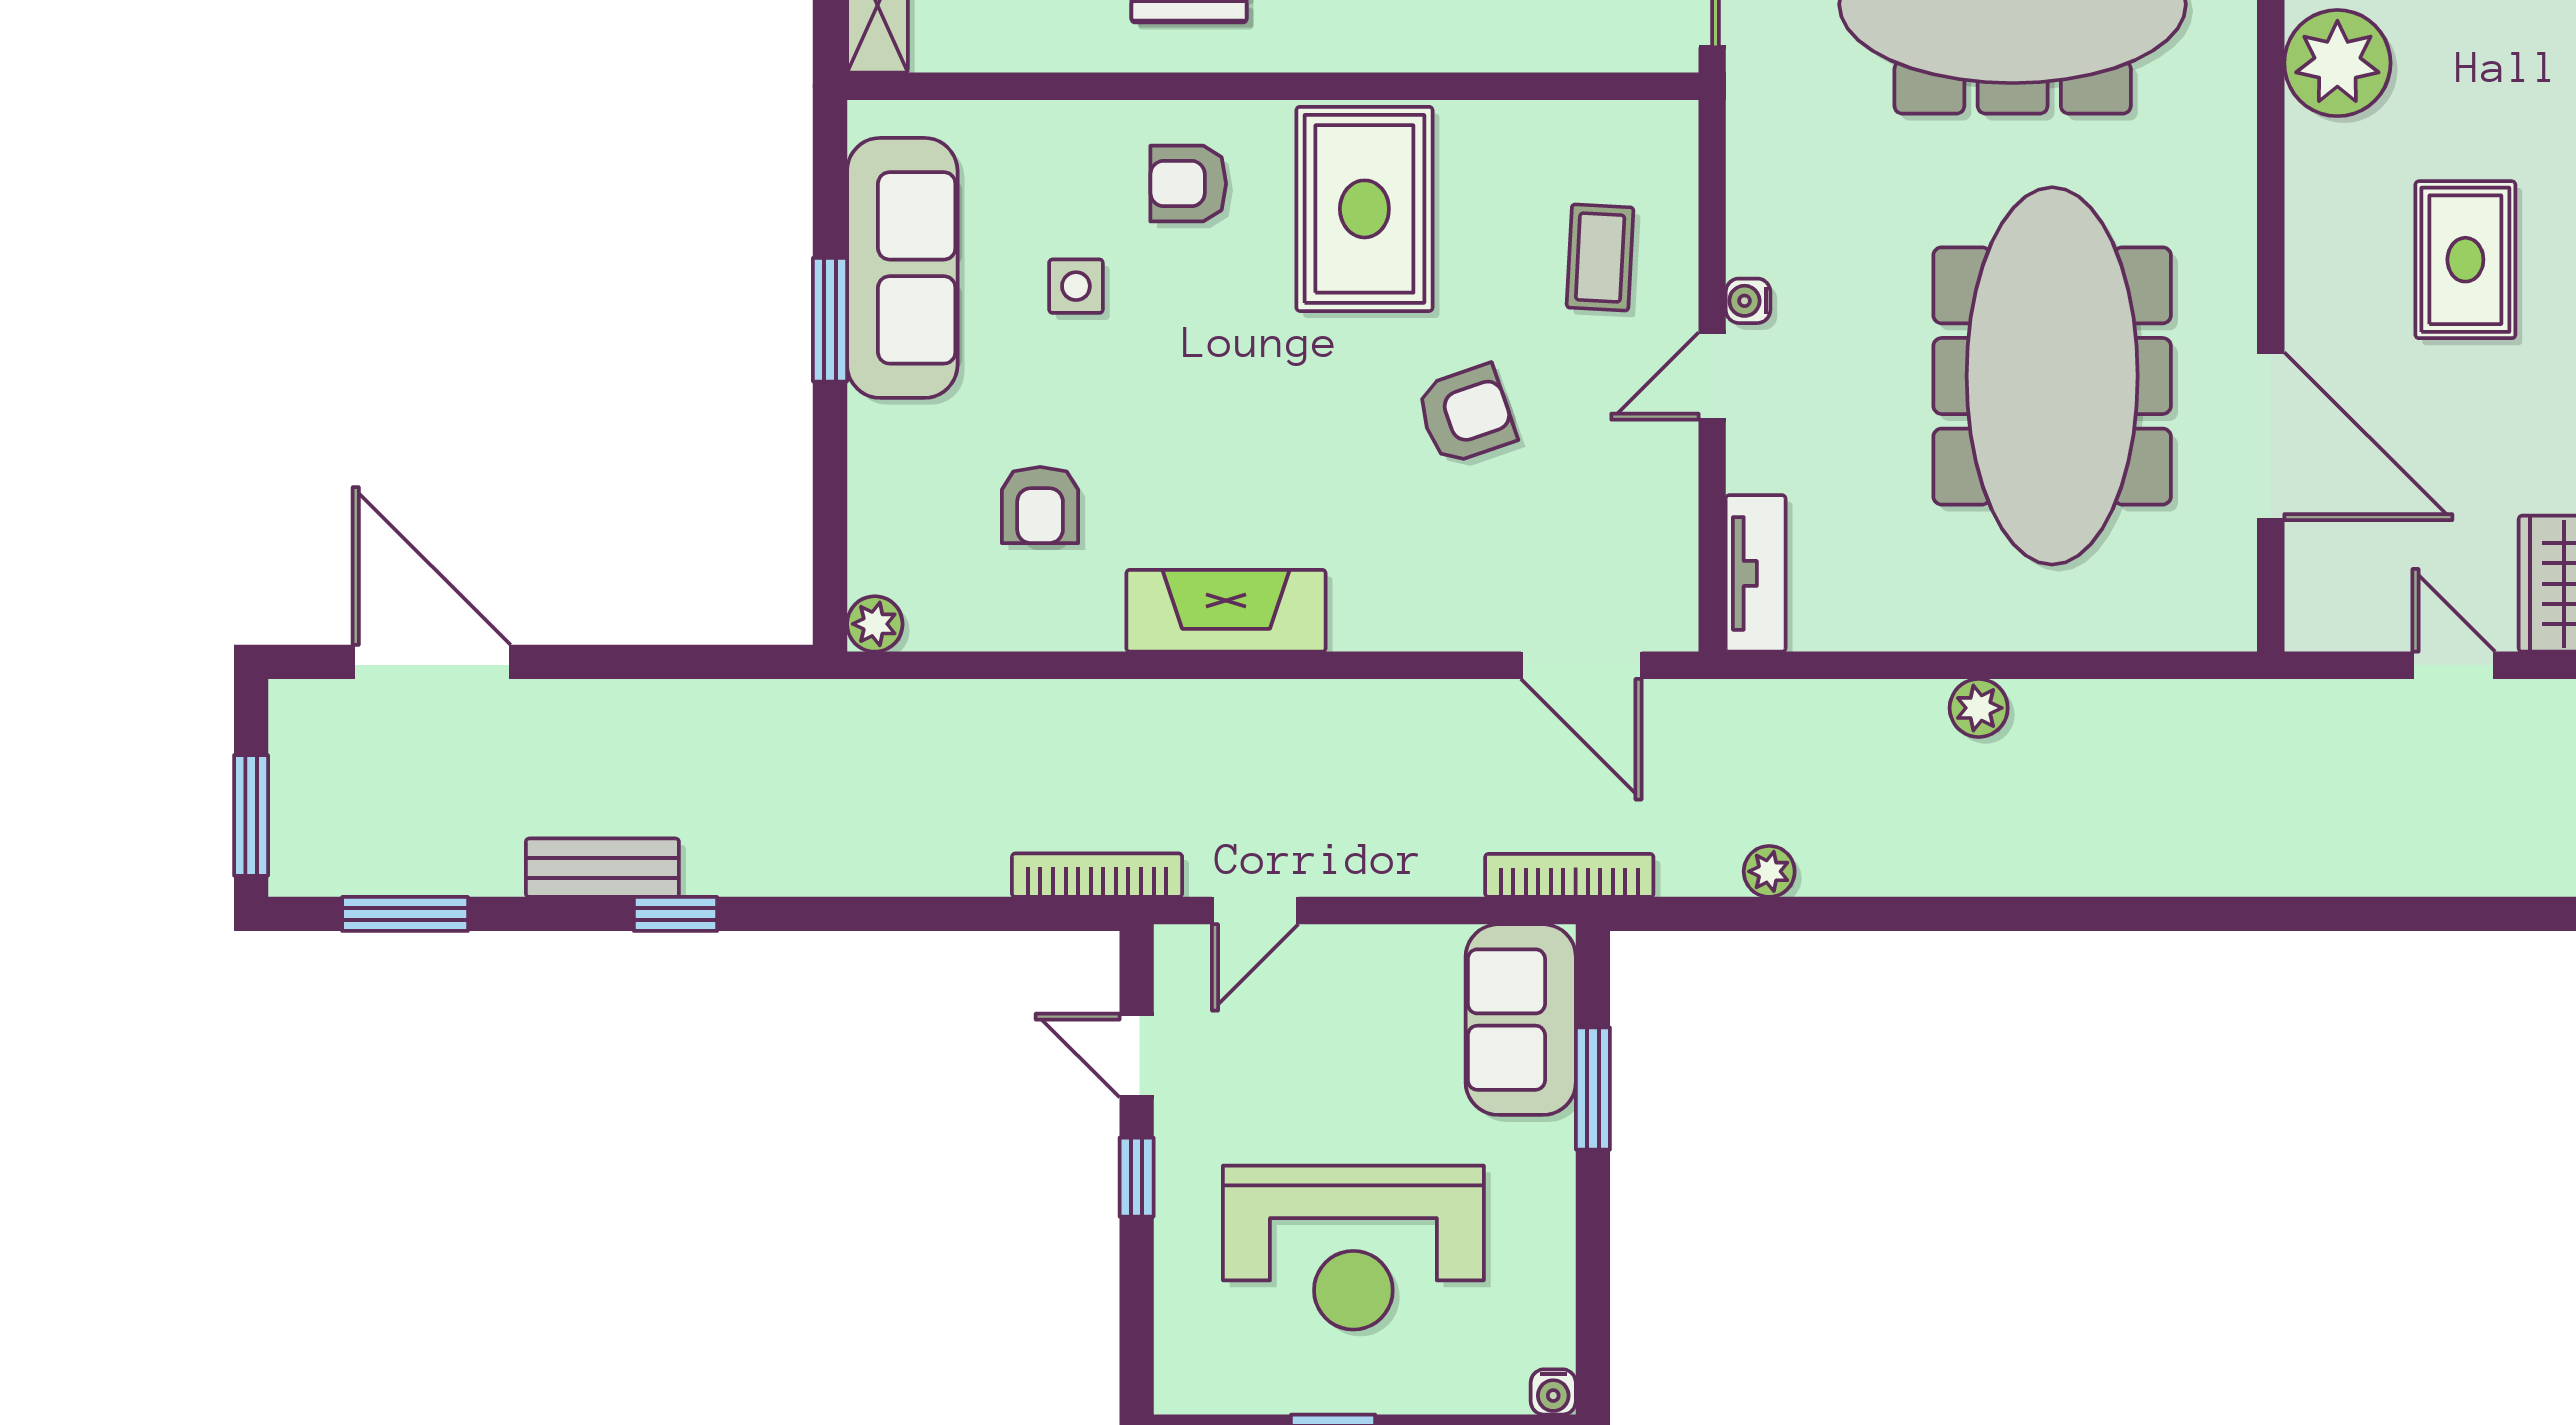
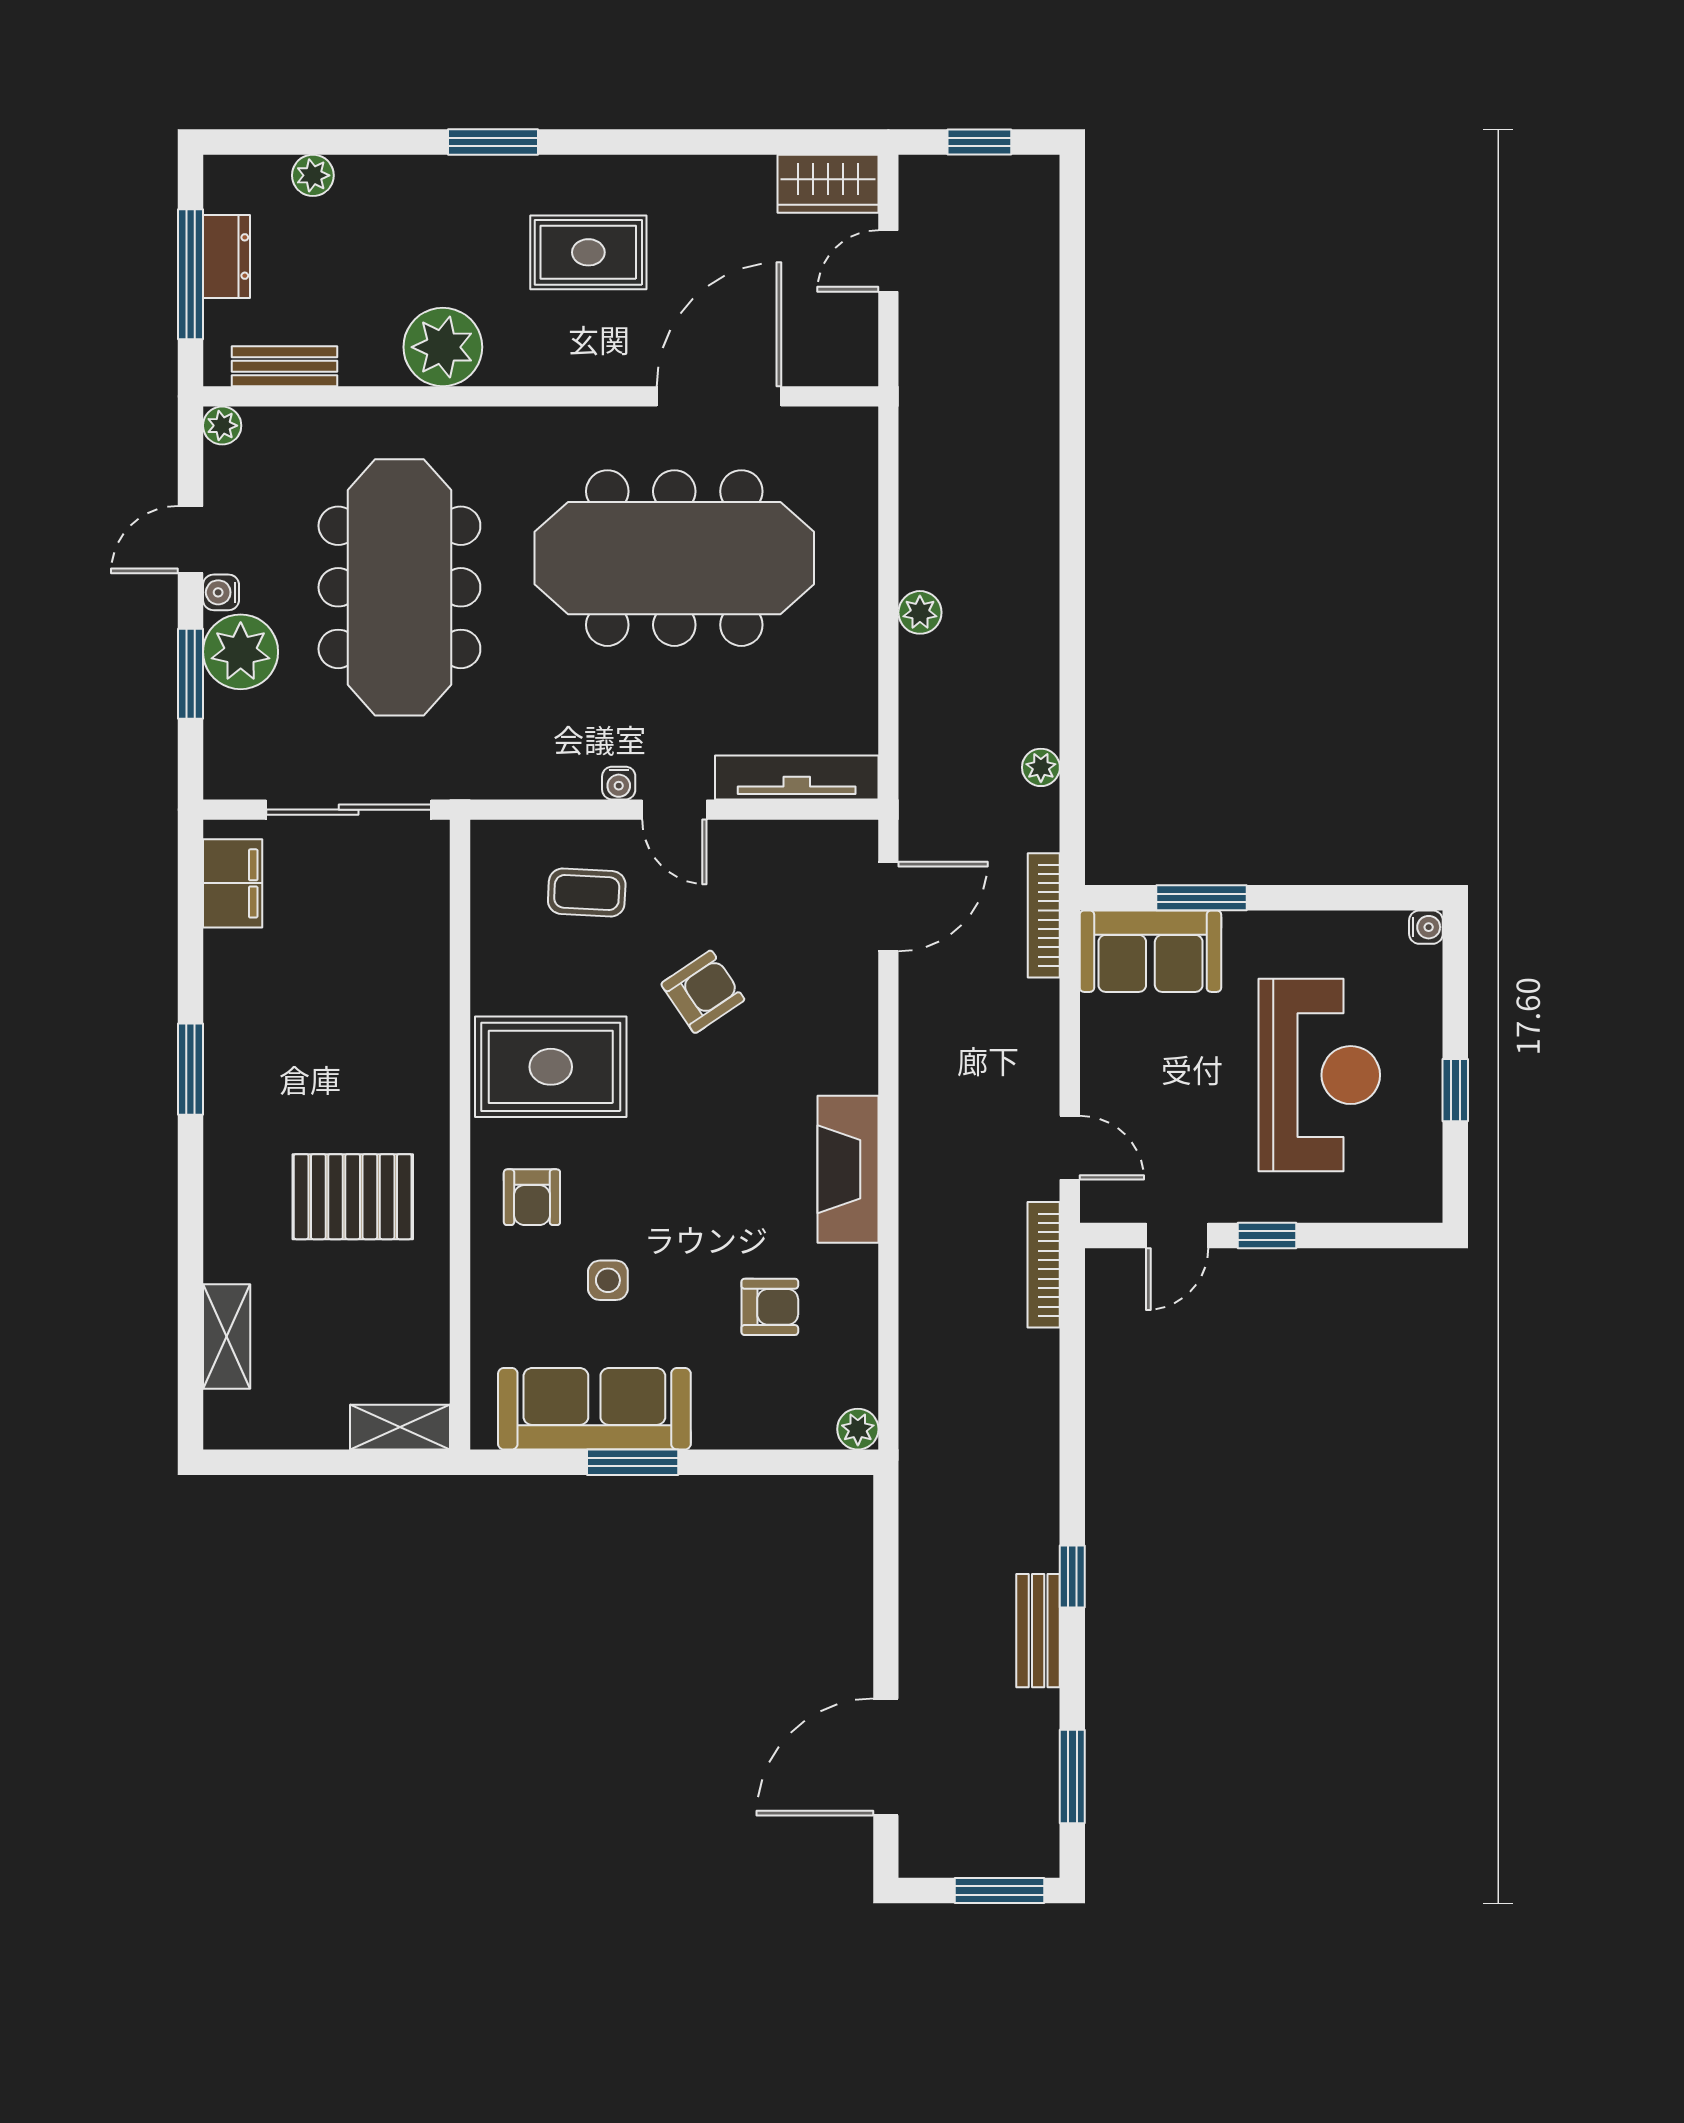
armchair: (1466, 414) -> (703, 992), turned 75
tv unit: (1756, 573) -> (797, 777), width x1.41

